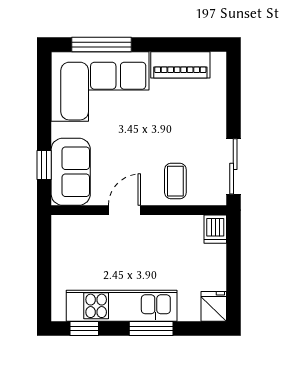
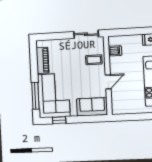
window: (44, 165) -> (59, 120), moved
door: (124, 210) -> (108, 82), swing flipped
dishwasher: (215, 229) -> (115, 51), moved

